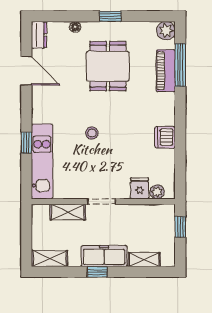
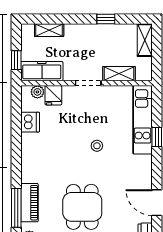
dishwasher: (165, 137) -> (30, 122), moved
freezer: (104, 256) -> (42, 71), moved, turned 180
shelving: (50, 259) -> (145, 40), moved, turned 90
window: (97, 272) -> (106, 19), moved

